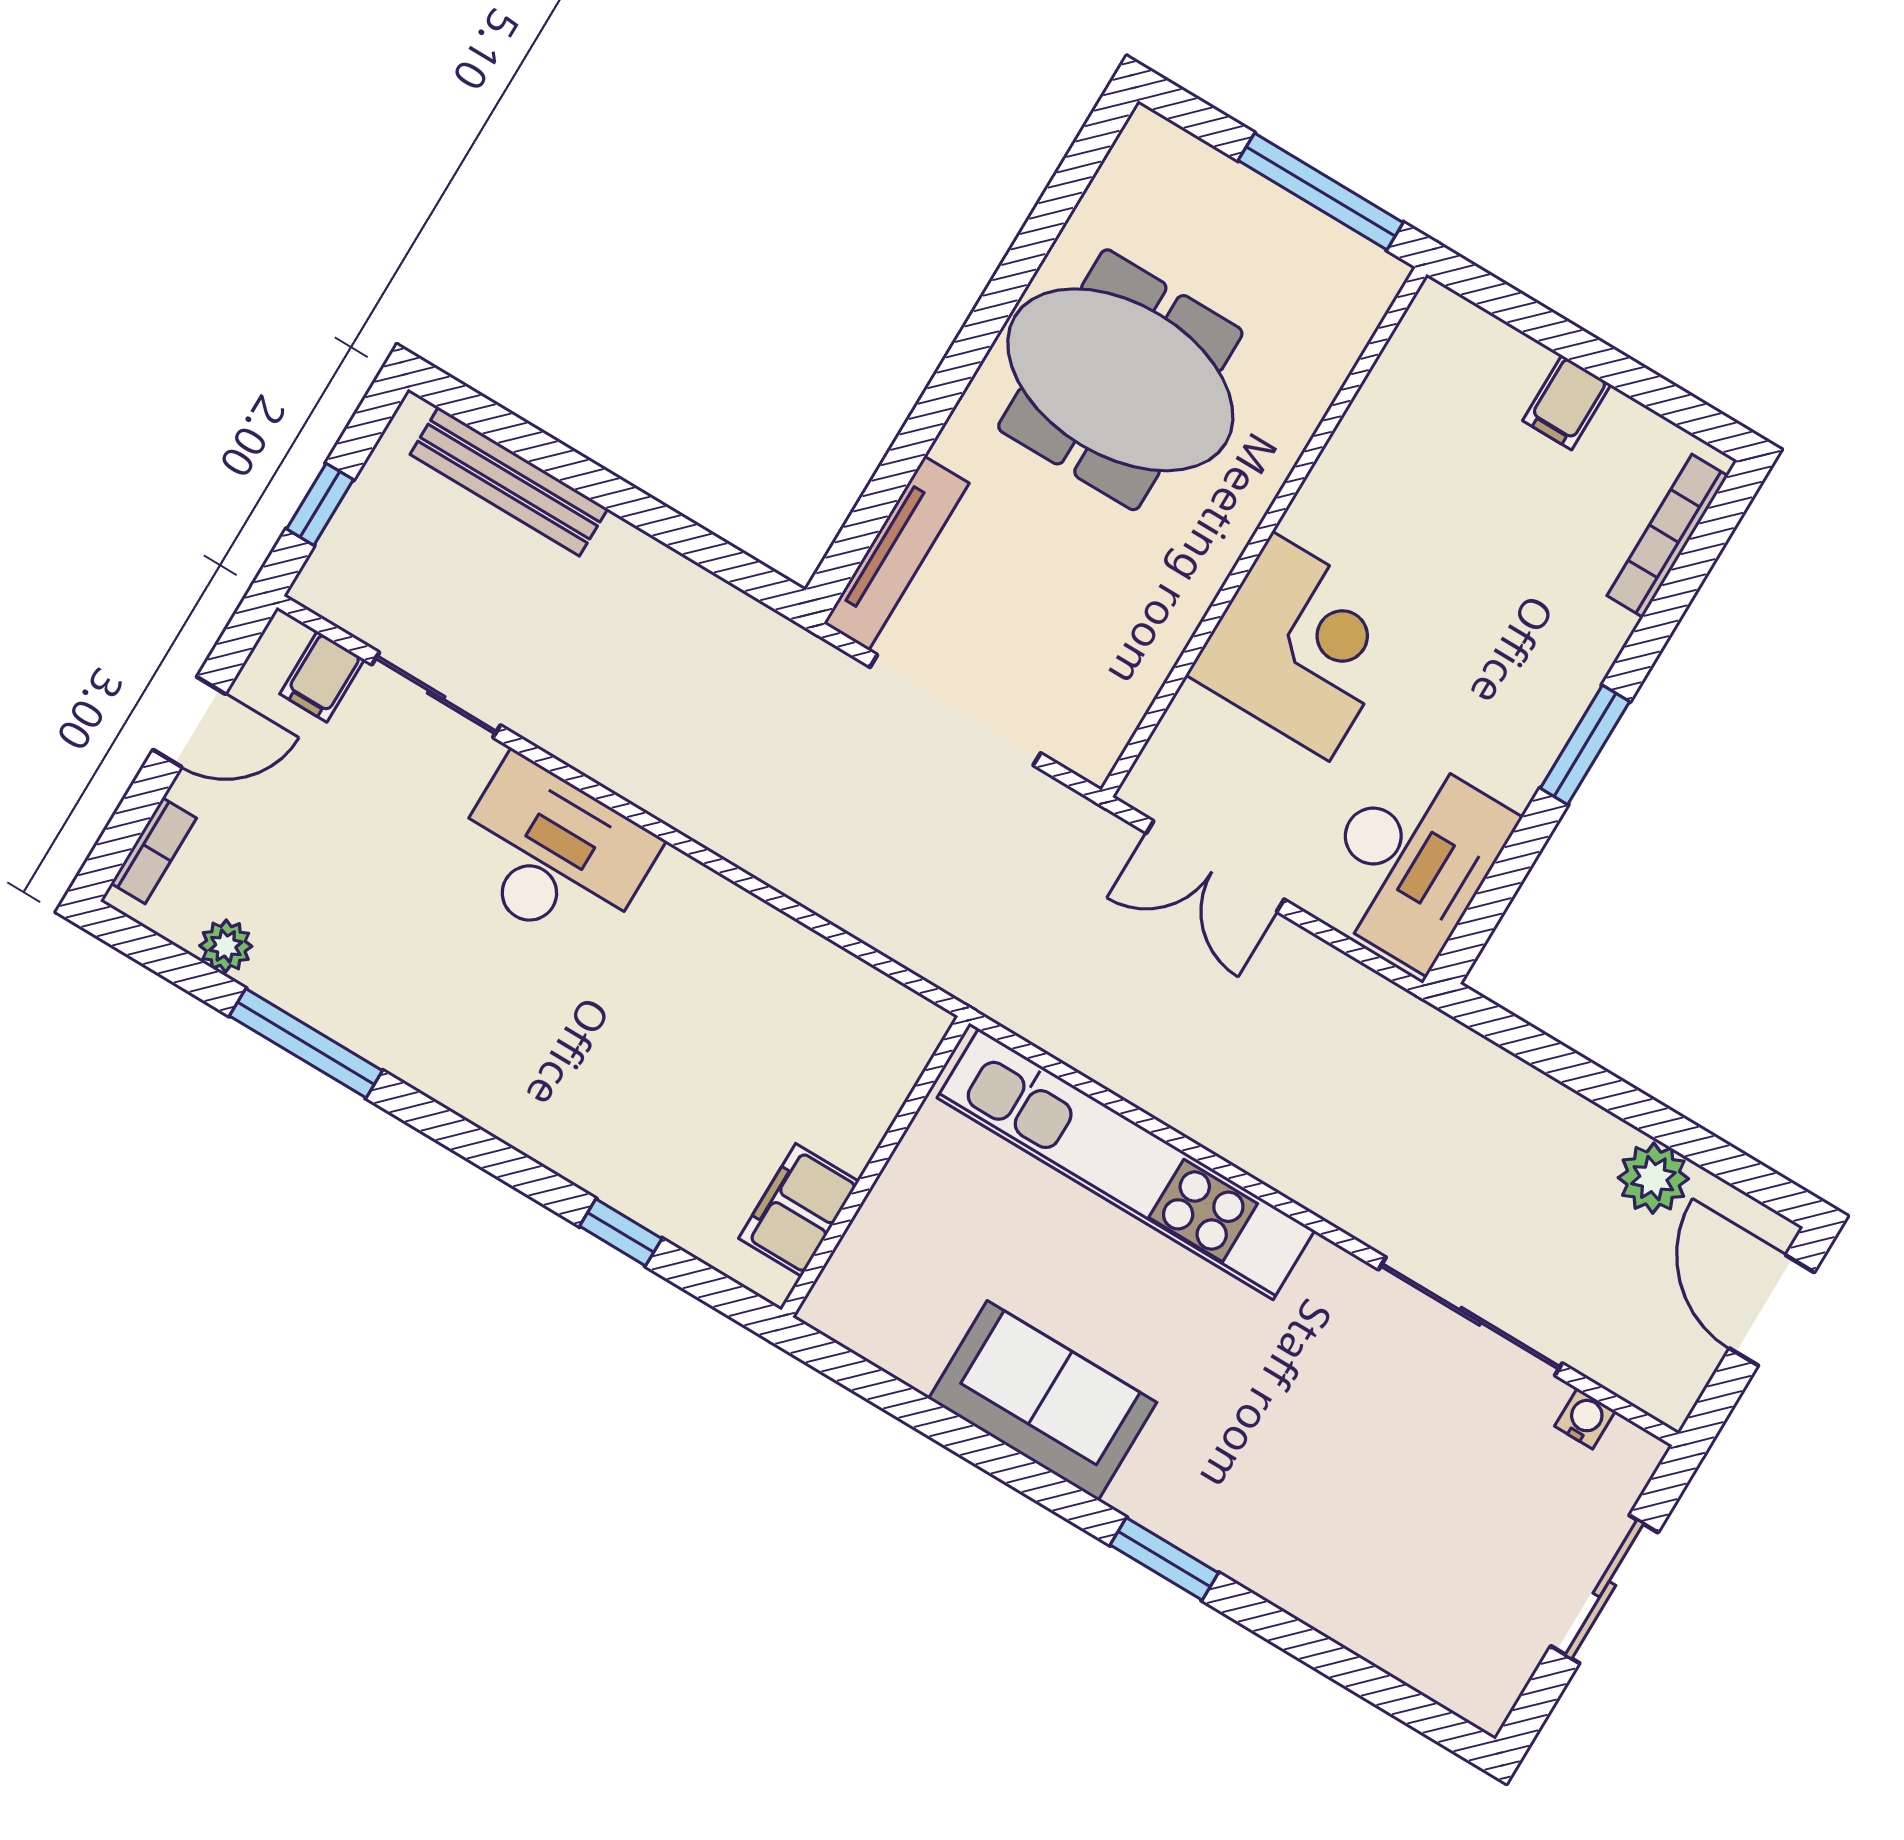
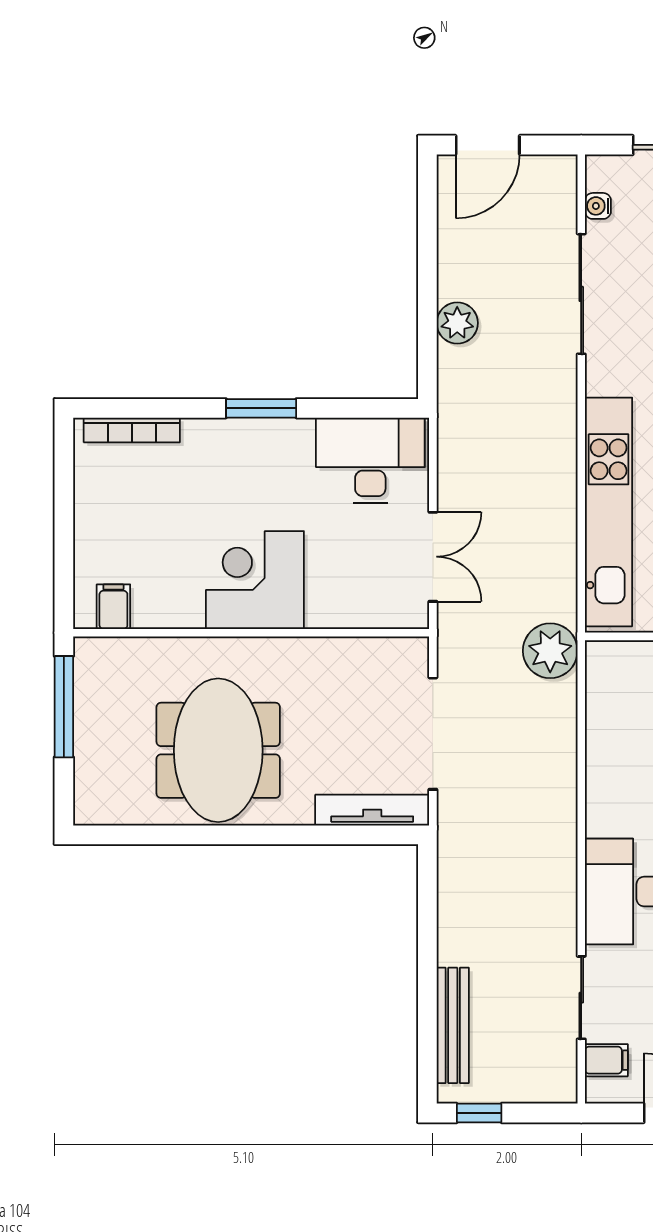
filing cabinet: (1567, 402) -> (113, 607), moved, turned -90
window: (320, 504) -> (479, 1113), moved
corner desk: (1301, 646) -> (255, 580), moved
plant: (973, 956) -> (550, 651), added
plant: (1653, 1178) -> (457, 323), moved

